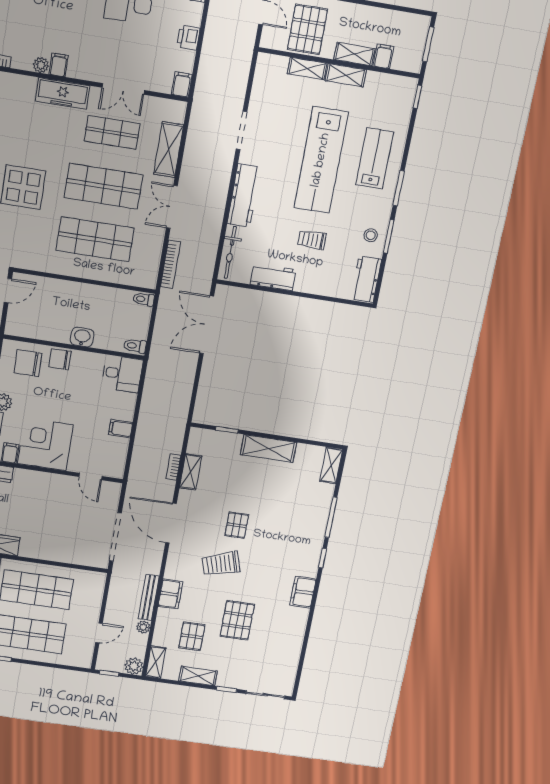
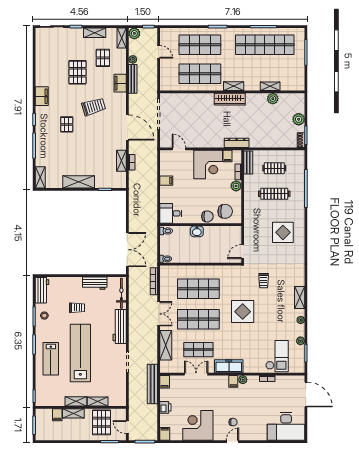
bench: (204, 84) -> (152, 384), added
pallet: (237, 525) -> (67, 124), moved
door: (99, 633) -> (159, 52), swing flipped

